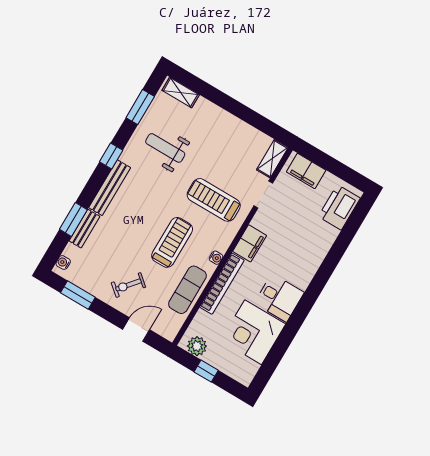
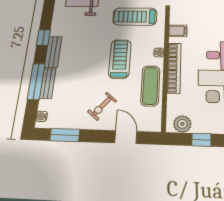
window: (111, 156) -> (43, 38), moved
bench: (110, 188) -> (53, 52), width x0.73
window: (73, 220) -> (36, 81), width x1.44
filing cabinet: (250, 243) -> (178, 31), width x0.50
door: (136, 330) -> (126, 137), hinge flipped

